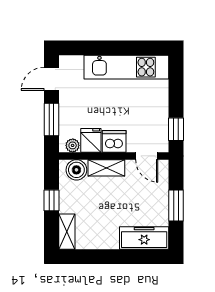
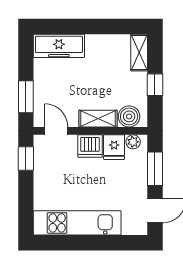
window: (176, 205) -> (26, 97), moved

